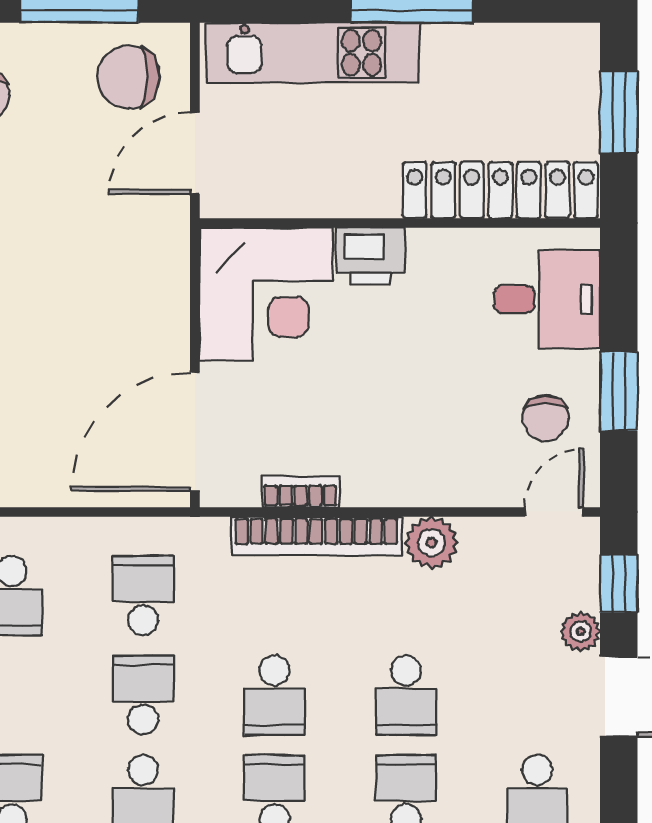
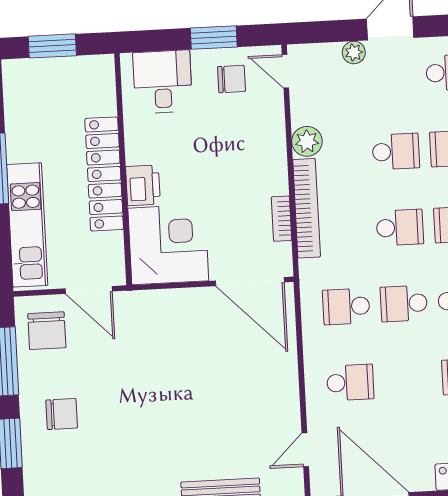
locker: (500, 190) -> (104, 174), moved
window: (619, 583) -> (325, 32), removed

